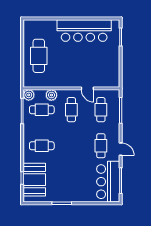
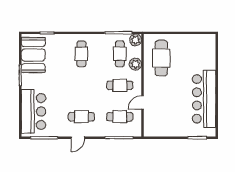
cafe table: (39, 56) -> (161, 58), moved, turned 90
booth: (34, 180) -> (33, 55), moved, turned 90
bar counter: (108, 182) -> (34, 112), moved, turned 90

